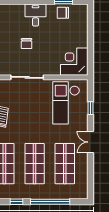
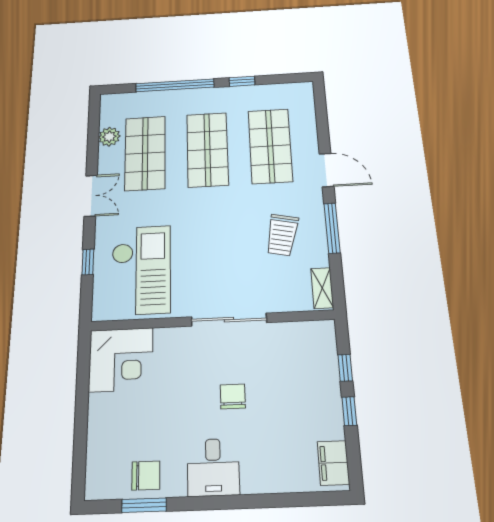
plant: (83, 174) -> (109, 137), added

